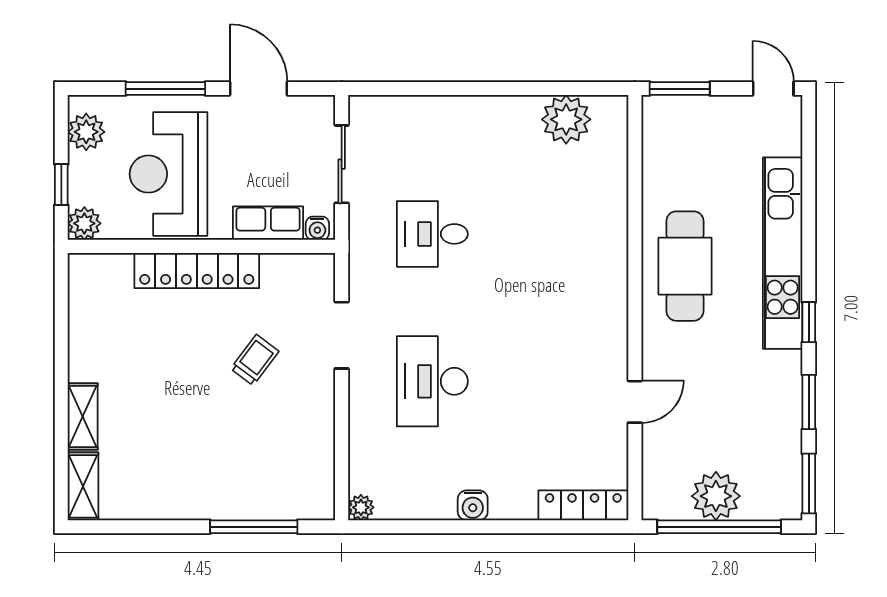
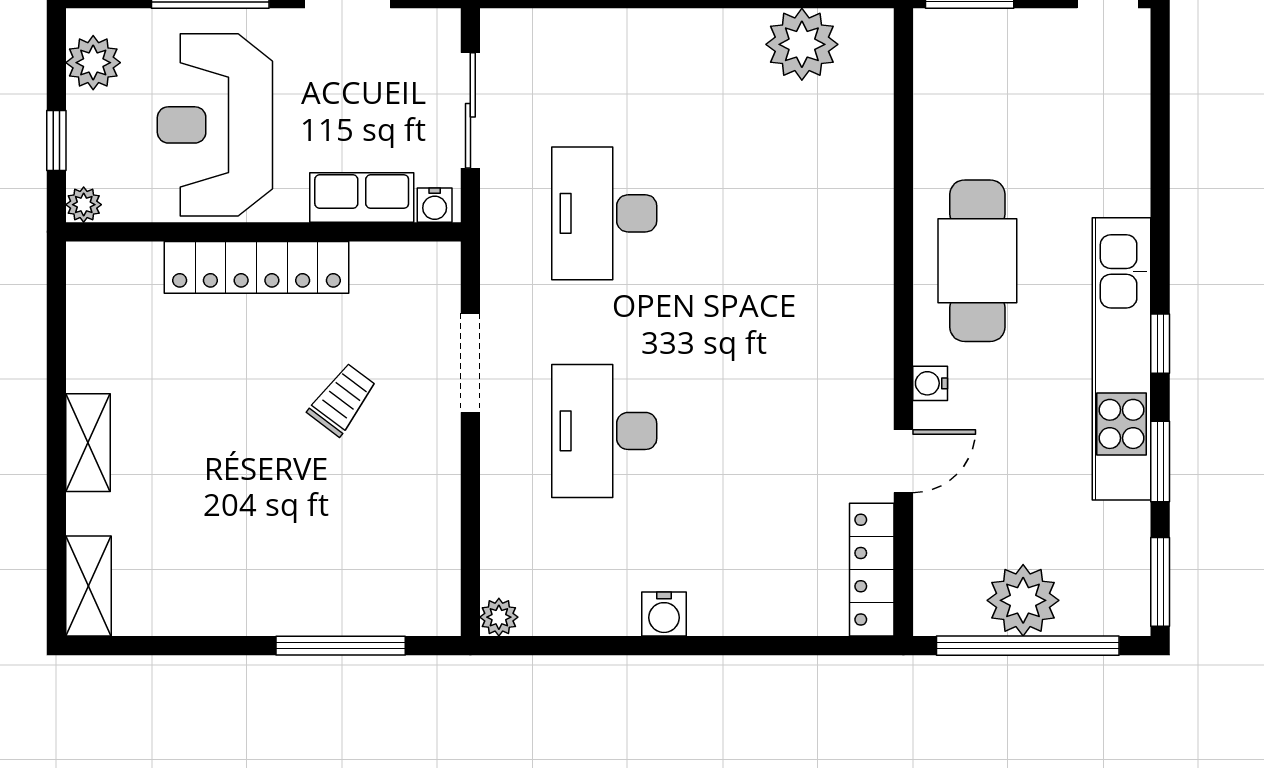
plant: (84, 223) -> (84, 205), width x0.73, depth x0.73
desk: (432, 234) -> (604, 213), width x1.37
kitchen unit: (783, 253) -> (1121, 359), moved
water cooler: (653, 349) -> (930, 383), added
shelving: (83, 417) -> (88, 443), moved
locker: (583, 505) -> (872, 570), moved, turned -90

